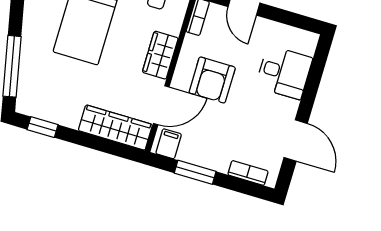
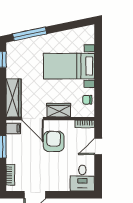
desk: (284, 72) -> (82, 178), moved
armchair: (212, 80) -> (54, 141), turned 90

